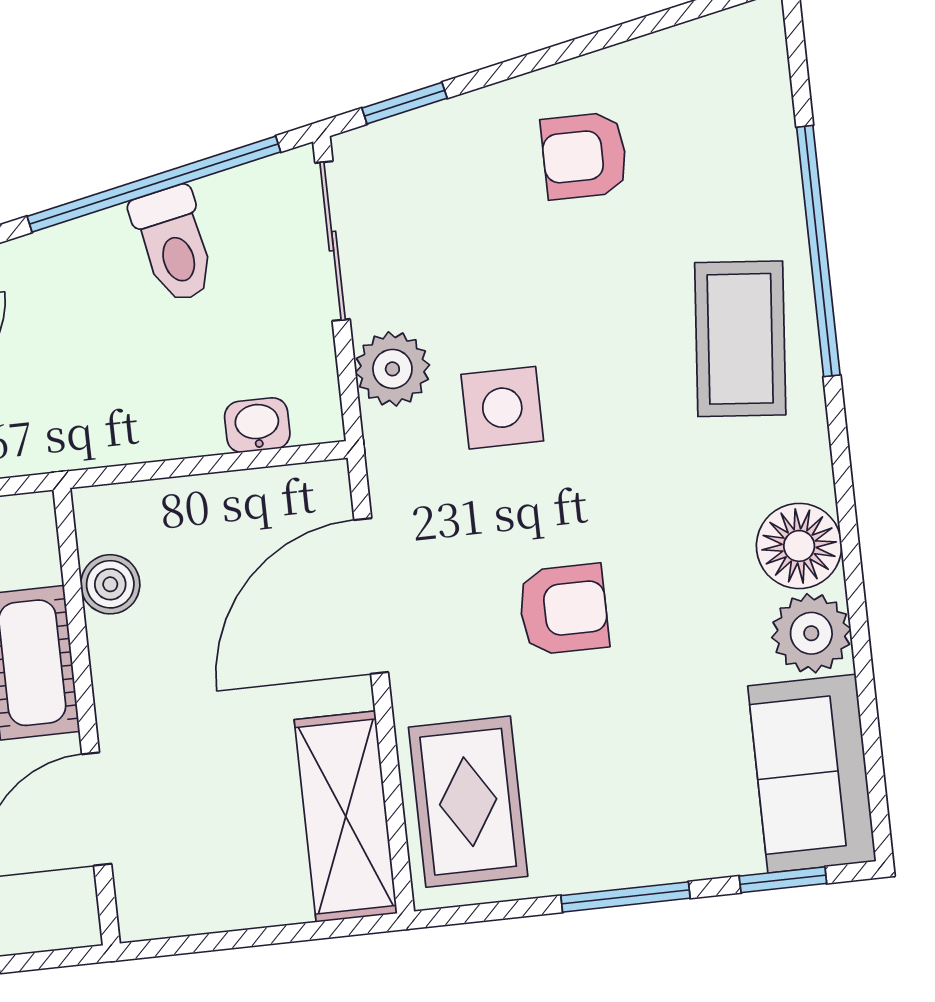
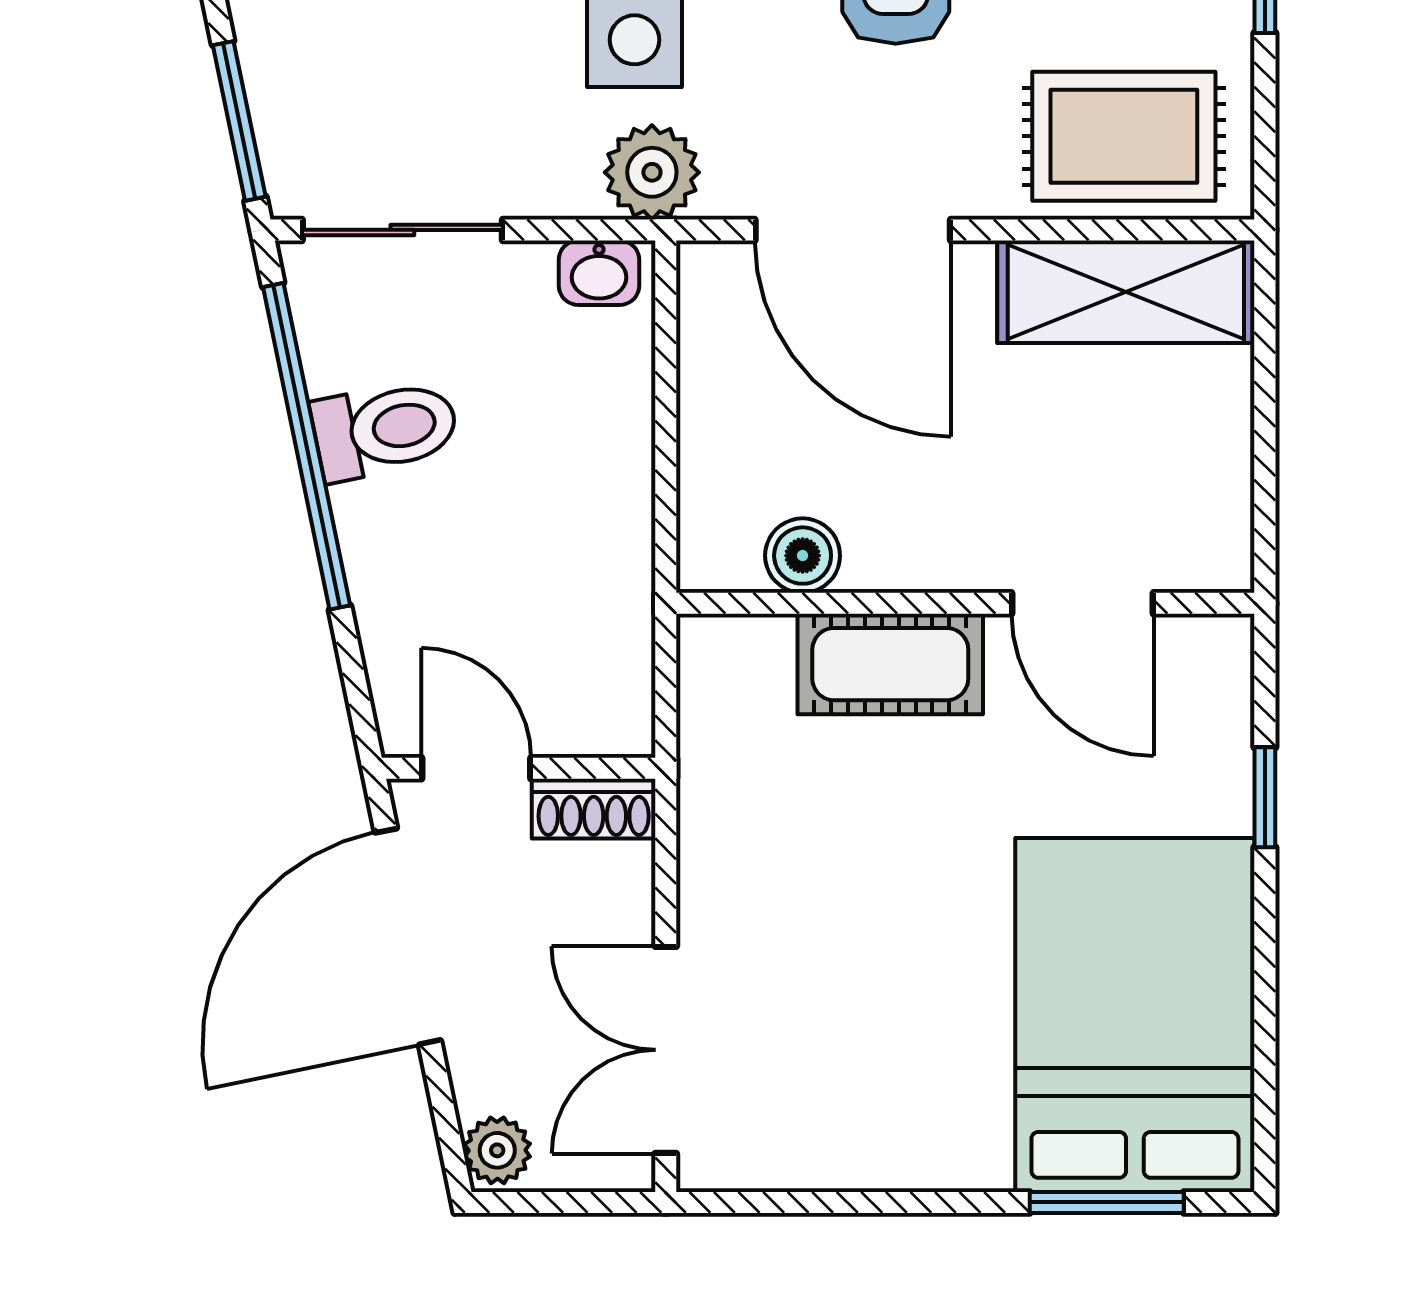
window: (404, 103) -> (239, 121), width x1.50
plant: (392, 369) -> (652, 172), moved
washbasin: (257, 425) -> (599, 273), moved, turned -90

